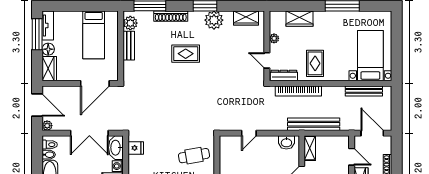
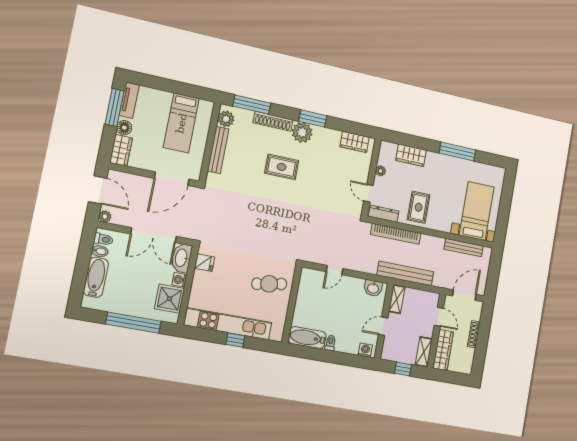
plant: (214, 20) -> (302, 132), moved
bench: (129, 46) -> (218, 150), width x1.36
door: (372, 133) -> (464, 295), hinge flipped

